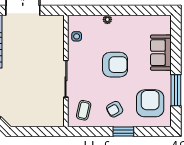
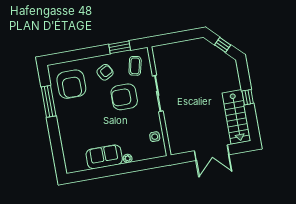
sofa: (161, 53) -> (104, 157), moved, turned -90
armchair: (115, 65) -> (124, 97), moved
window: (123, 131) -> (120, 47), moved

